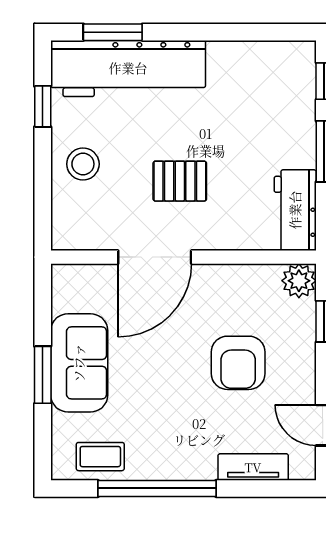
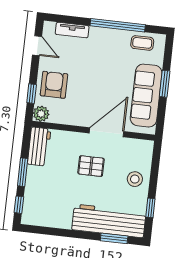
sofa: (79, 363) -> (146, 96), width x1.36
armchair: (238, 363) -> (54, 85), moved

